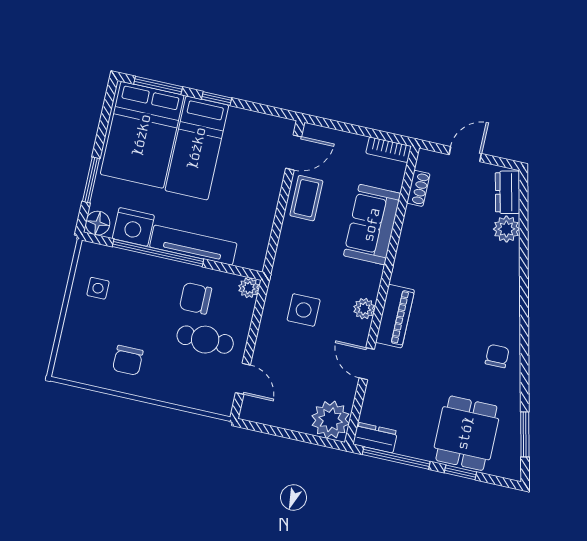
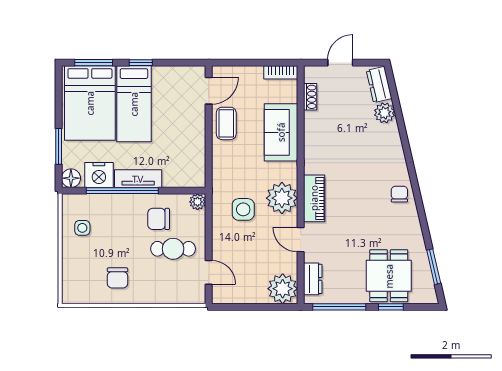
tv unit: (193, 245) -> (138, 179), width x0.71
plant: (364, 309) -> (282, 198), width x1.88, depth x1.88
chair: (497, 356) -> (399, 194), moved
dresser: (375, 438) -> (313, 279), moved, turned 90

